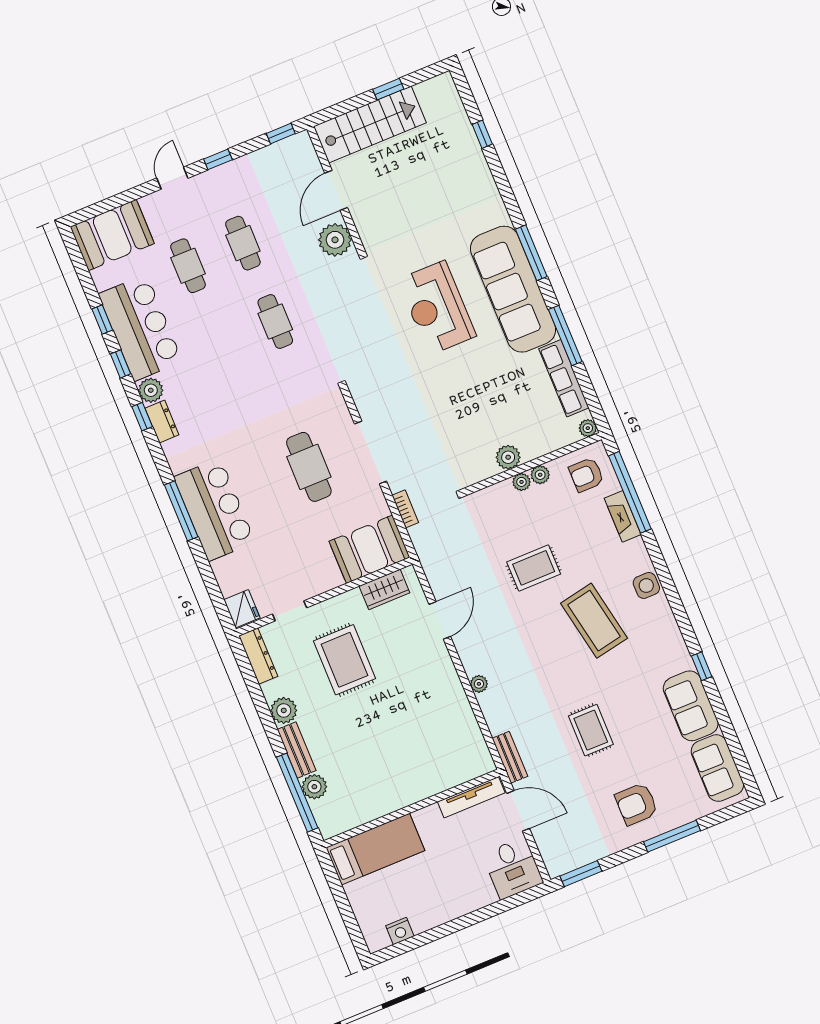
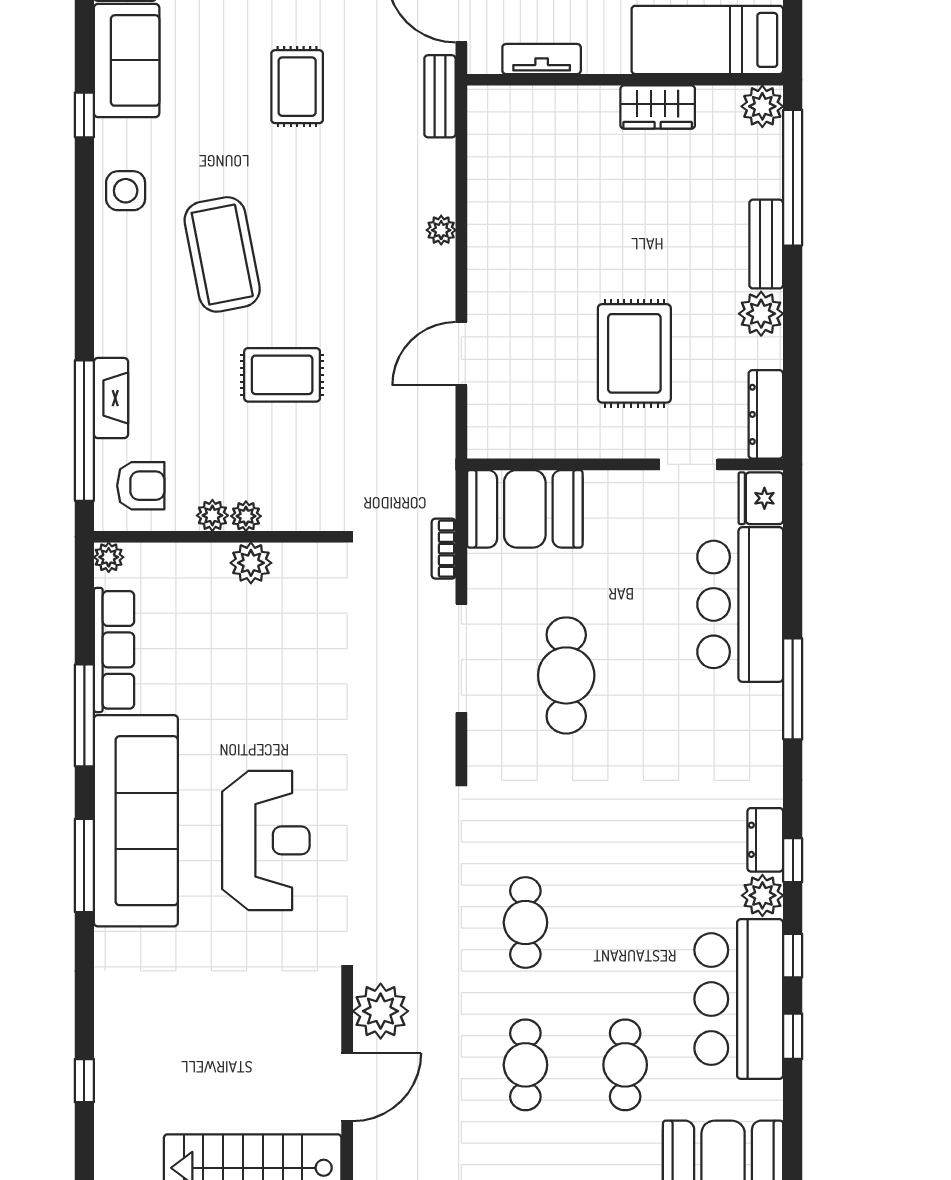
bar counter: (214, 510) -> (740, 604), moved
side table: (646, 585) -> (126, 191), moved
wardrobe: (384, 589) -> (658, 107), moved, turned 180
plant: (314, 787) -> (762, 106), moved
tv unit: (471, 797) -> (542, 59), width x0.71

